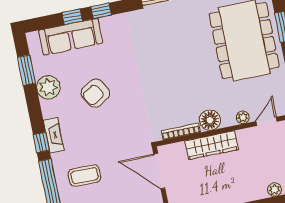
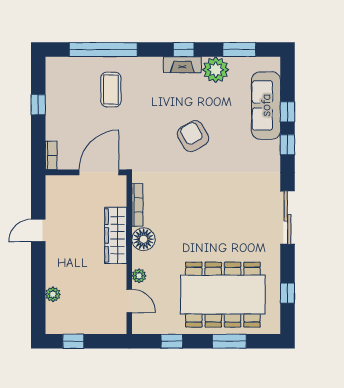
armchair: (95, 93) -> (193, 136), moved
fireplace: (54, 135) -> (182, 65), moved
window: (41, 142) -> (184, 50), moved

